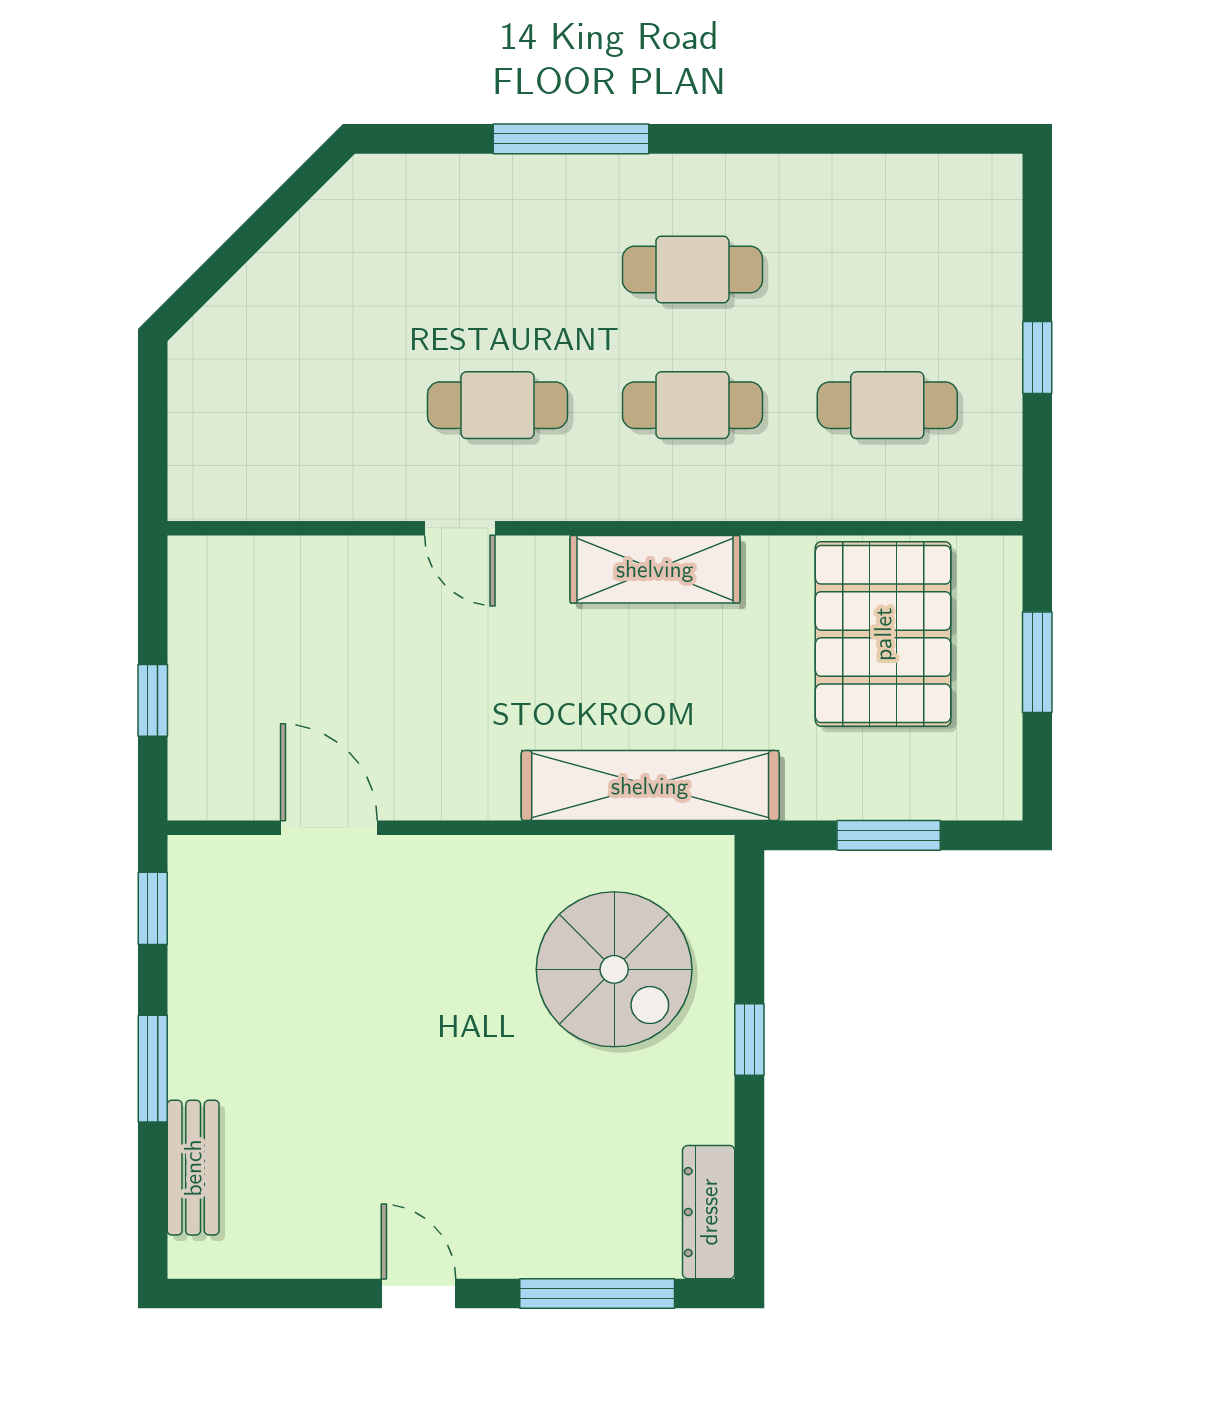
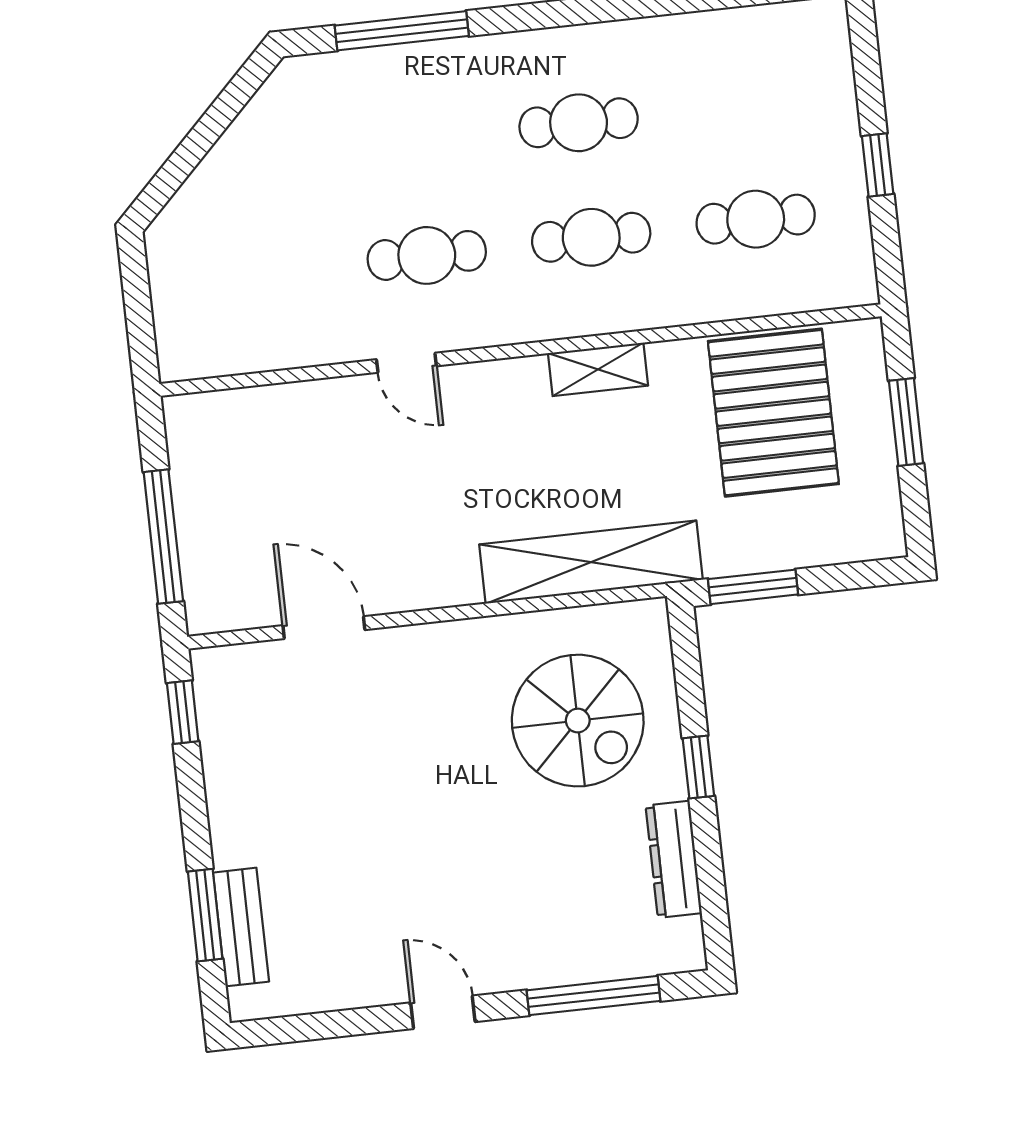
window: (571, 139) -> (402, 31), moved
shelving: (655, 569) -> (598, 369), width x0.67, depth x0.75
window: (153, 700) -> (163, 537), width x2.17
window: (889, 835) -> (753, 587), moved
window: (153, 1069) -> (205, 915), moved
dresser: (709, 1212) -> (674, 859), moved

